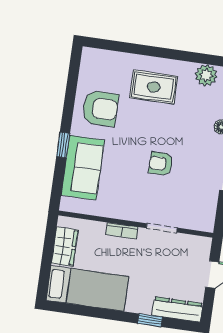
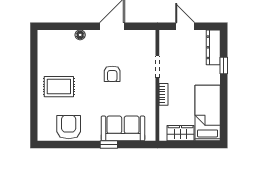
plant: (206, 75) -> (45, 51), removed
rug: (154, 87) -> (59, 87), turned 90
armchair: (100, 109) -> (69, 127), moved

